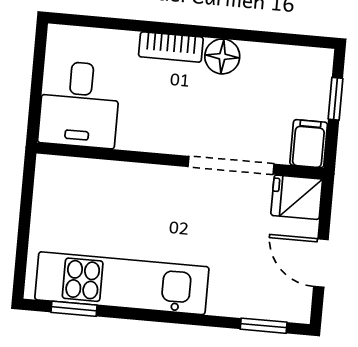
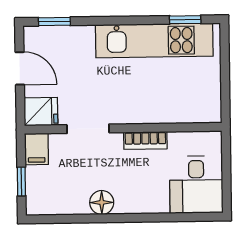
bookcase: (171, 47) -> (145, 140), moved, turned 180
desk: (79, 104) -> (196, 185), moved, turned 180
doorway: (231, 165) -> (88, 129), width x0.73

